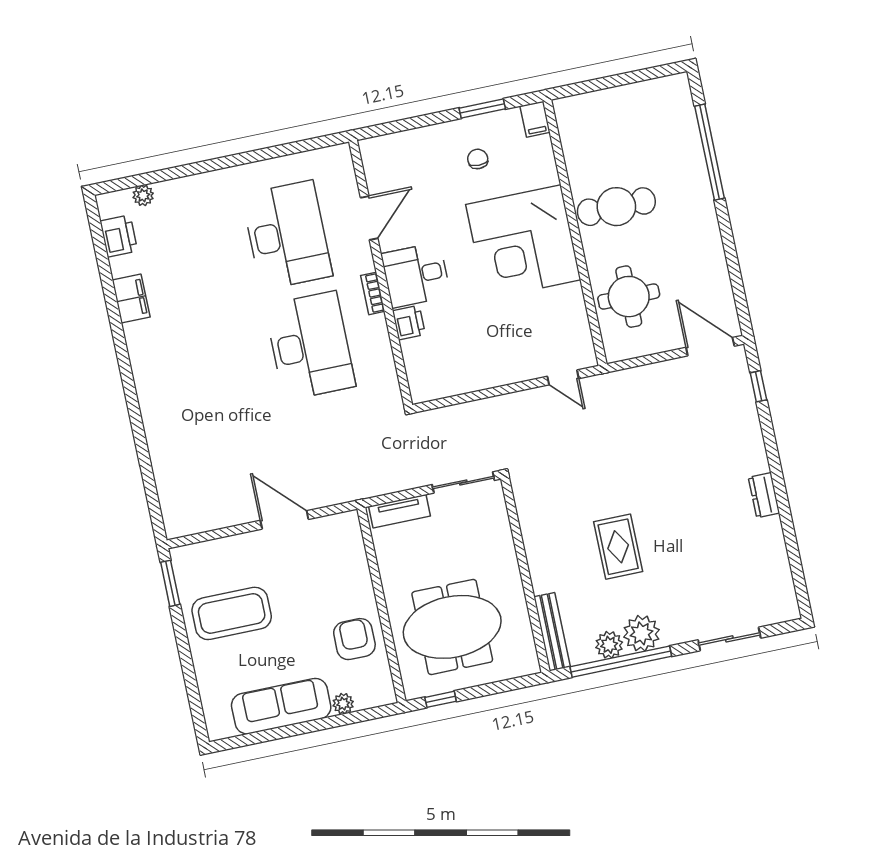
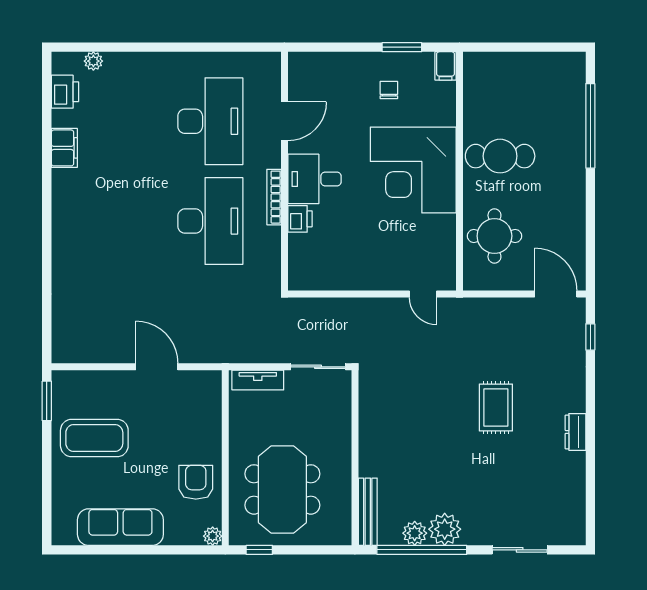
bookcase: (373, 293) -> (274, 197), width x1.56
rug: (618, 547) -> (496, 407), moved
meeting table: (452, 627) -> (282, 489), turned 90
plant: (343, 704) -> (213, 536), moved

